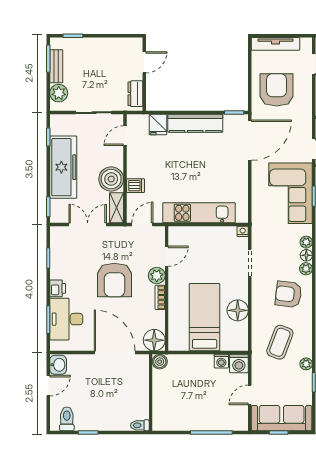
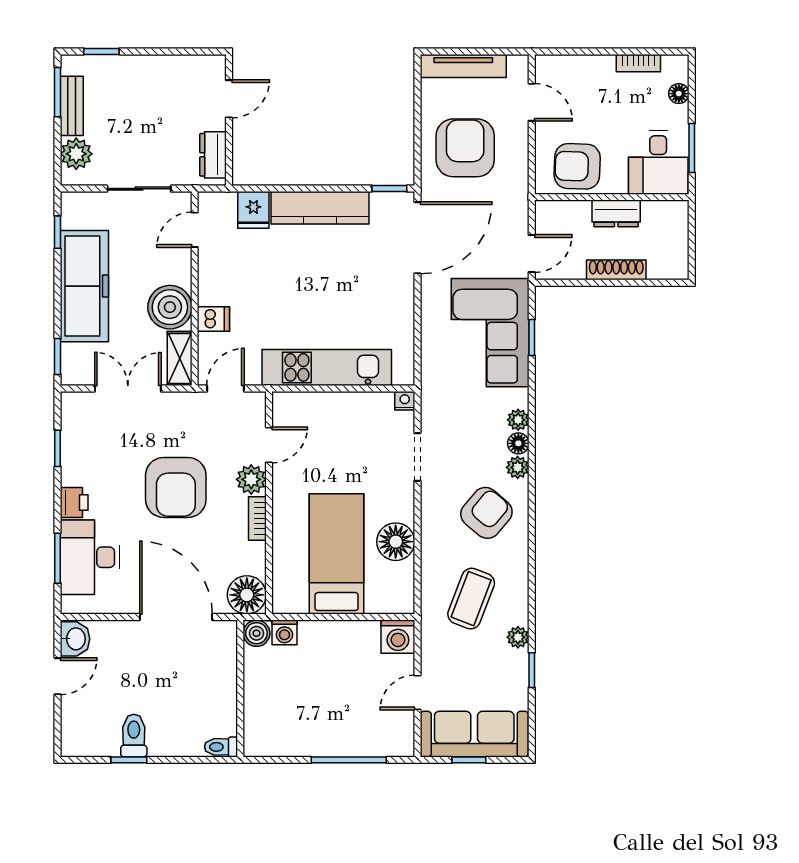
armchair: (288, 294) -> (486, 513), turned 123
washing machine: (221, 361) -> (284, 632), moved
toilet: (67, 419) -> (134, 736), moved

